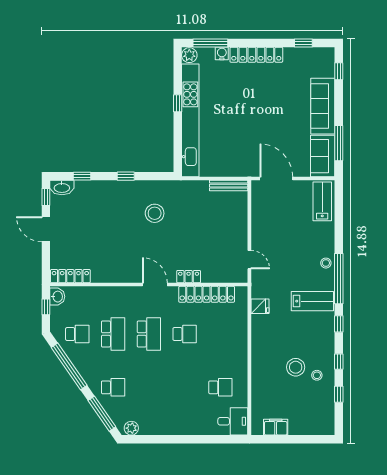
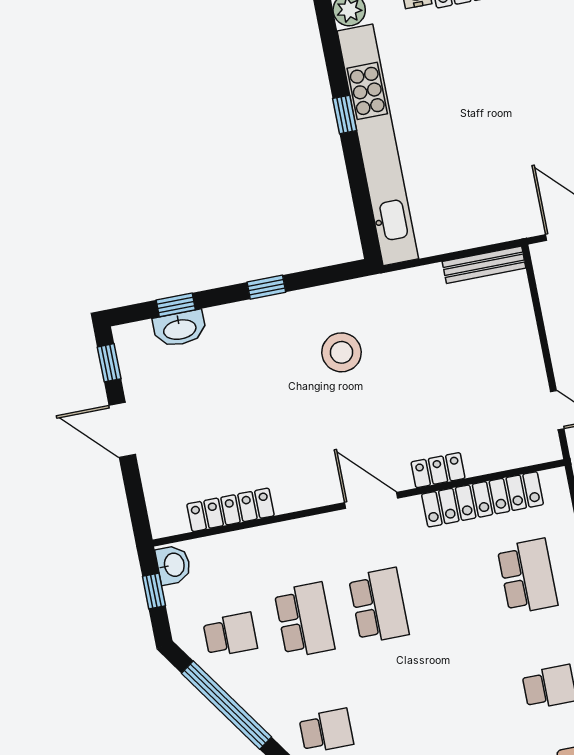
washbasin: (62, 188) -> (180, 329), moved
locker: (70, 276) -> (231, 510), moved
school desk: (185, 334) -> (527, 576), moved, width x1.85

